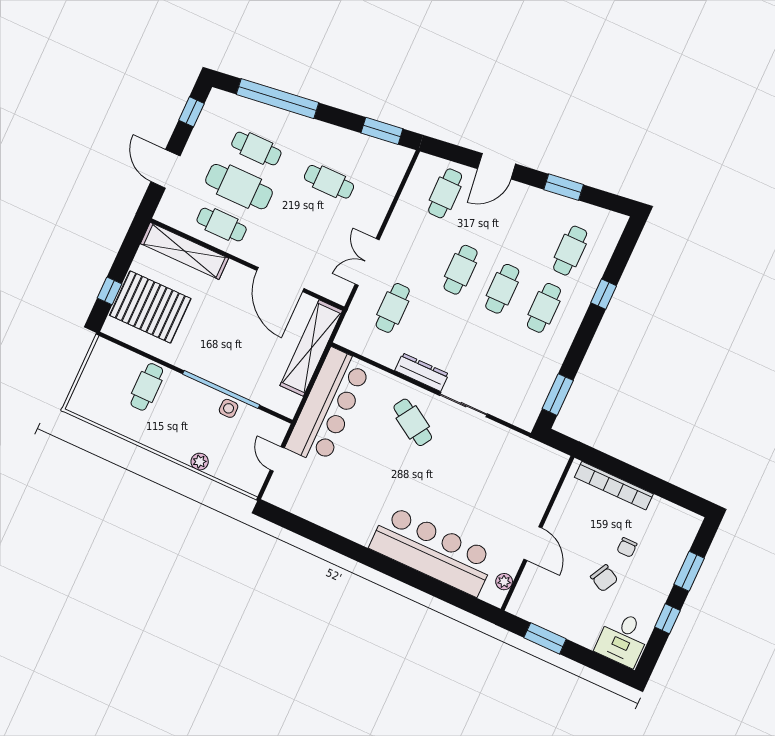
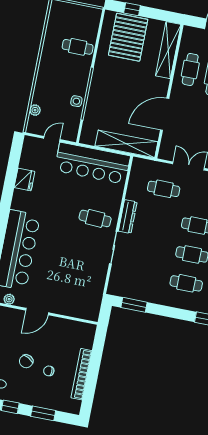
cafe table: (413, 422) -> (95, 218), turned 61
plant: (200, 462) -> (35, 110), moved
bookcase: (614, 486) -> (81, 374), moved
fridge: (328, 515) -> (24, 179), added

